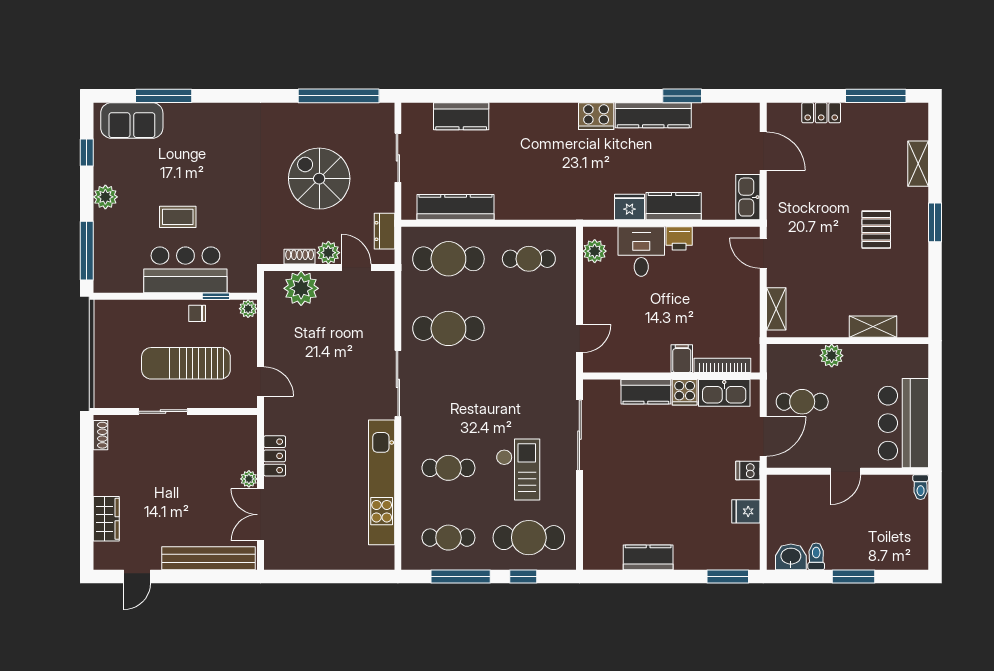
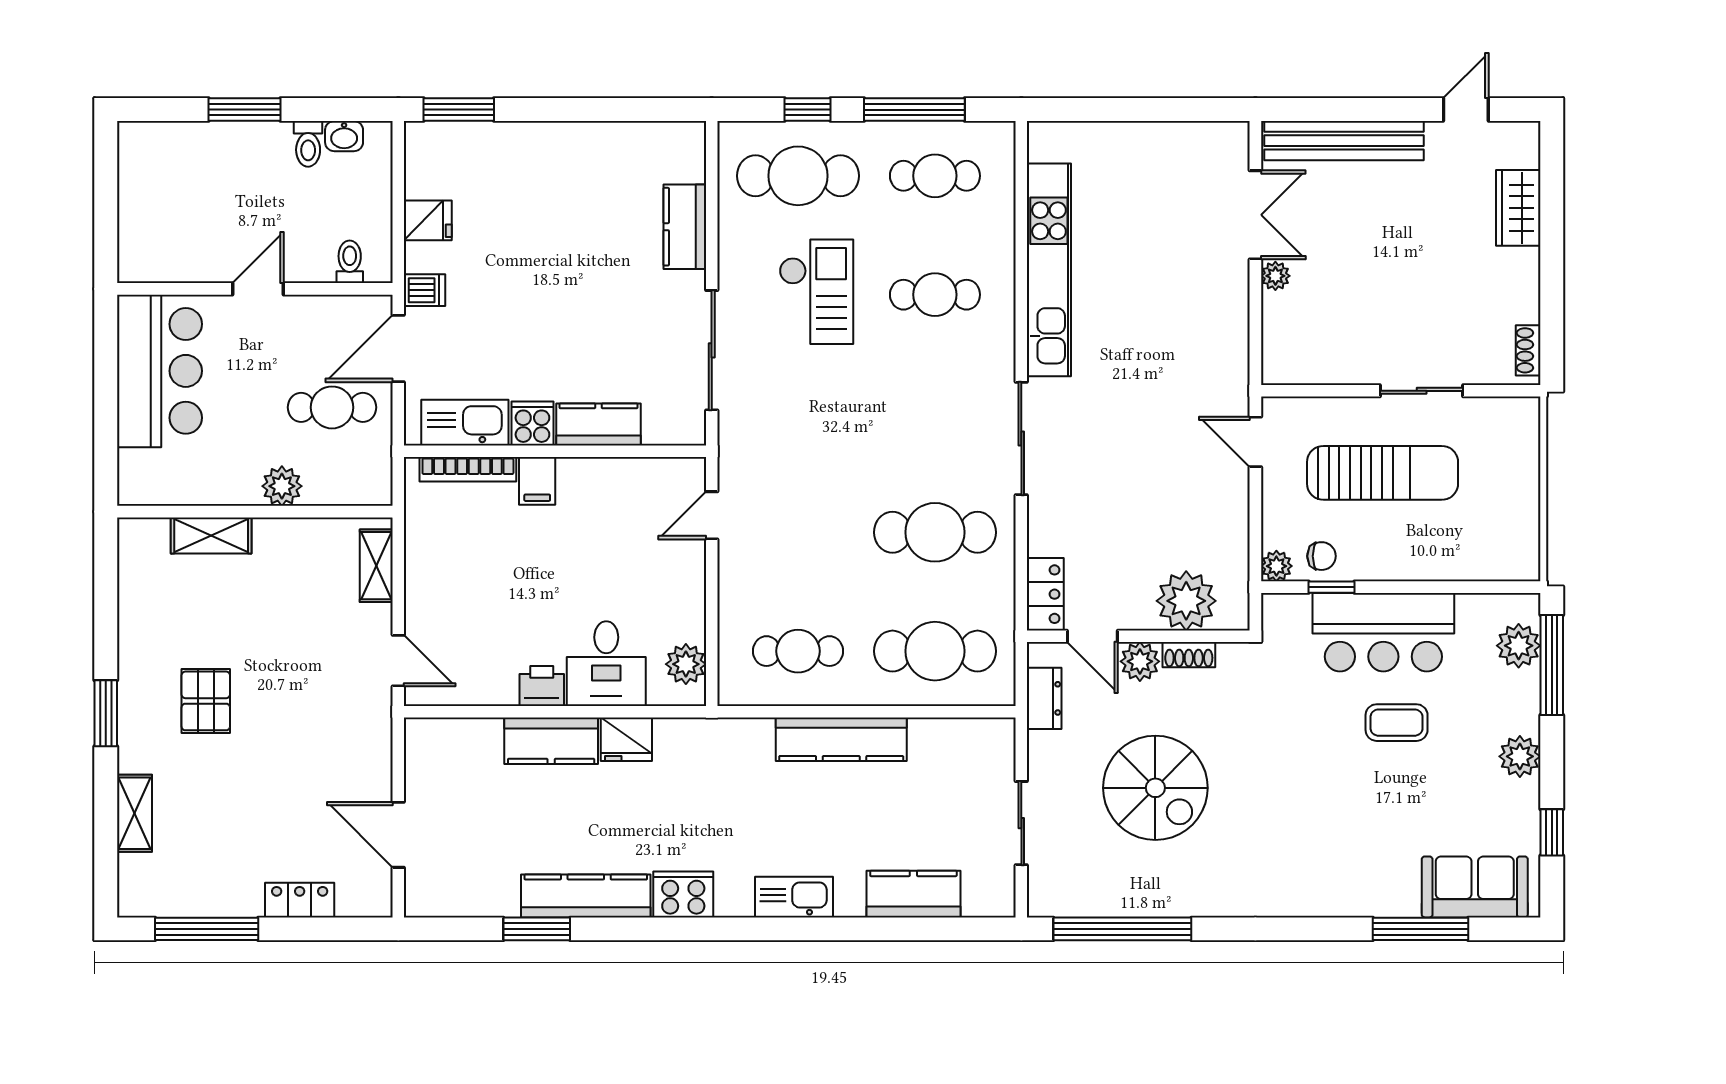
kitchen sink: (748, 197) -> (794, 897), moved, turned -90
kitchen counter: (456, 207) -> (841, 739), moved
plant: (106, 262) -> (1519, 646), added
chair: (197, 313) -> (1322, 556), moved
locker: (275, 456) -> (1045, 594), moved, turned 180
checkout: (518, 470) -> (816, 292), turned 180
toilet: (921, 487) -> (350, 262), moved
kitchen counter: (648, 557) -> (685, 227), moved, turned 90
washbasin: (791, 557) -> (344, 136), width x0.72, depth x0.69

